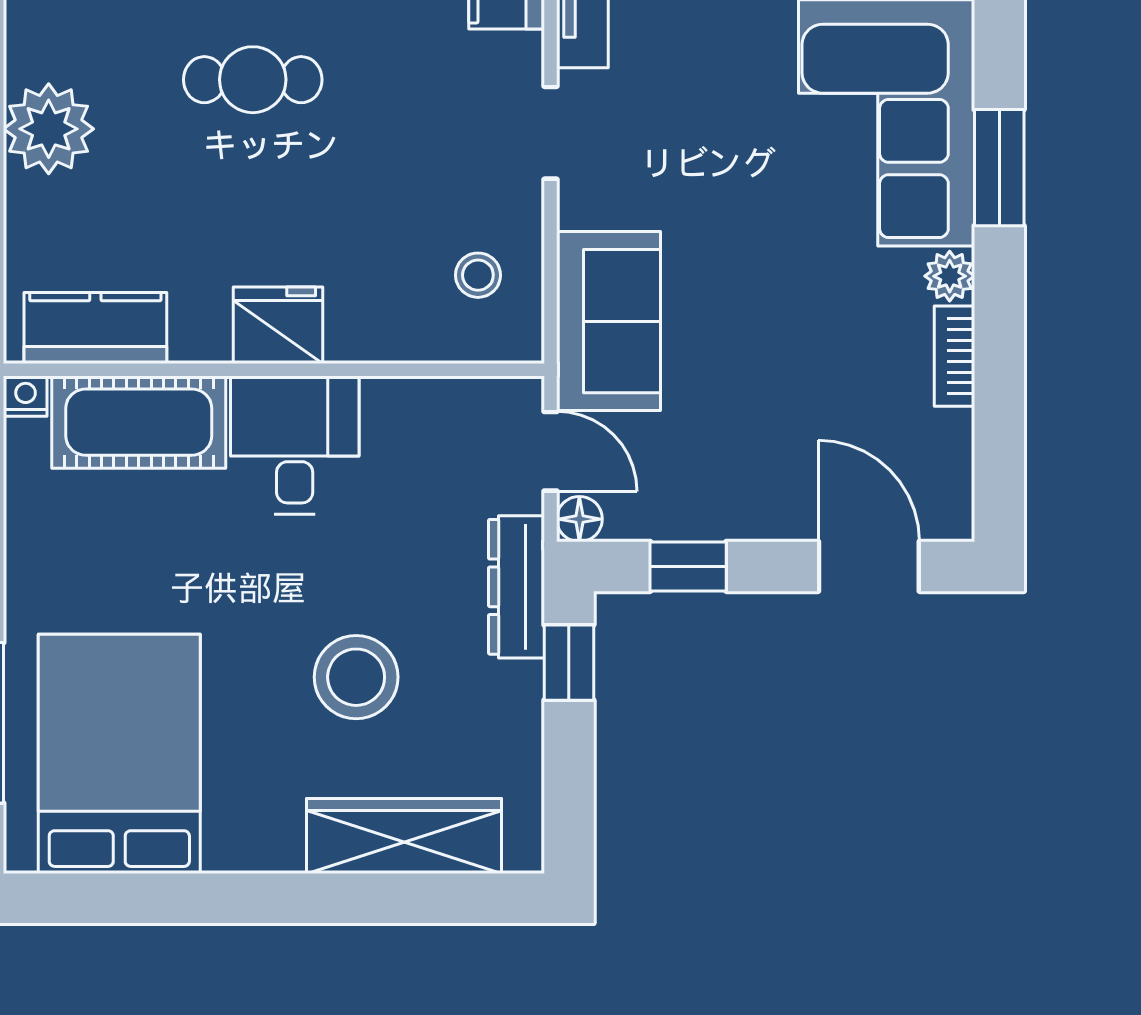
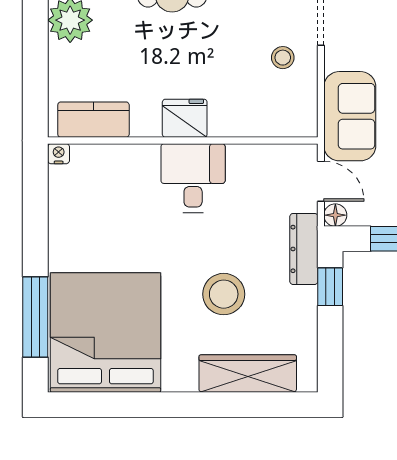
stool: (478, 275) -> (283, 58), moved
cot: (139, 422) -> (115, 167), removed
bed: (119, 754) -> (105, 332), width x1.36

